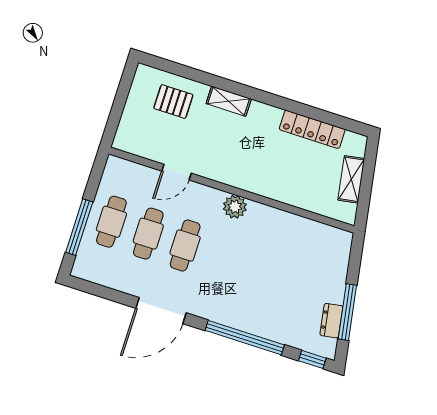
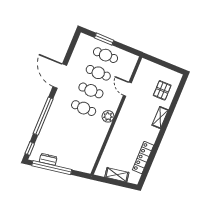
window: (79, 227) -> (104, 39), width x0.69
cafe table: (222, 257) -> (84, 108), added
window: (347, 312) -> (52, 168), width x1.46

